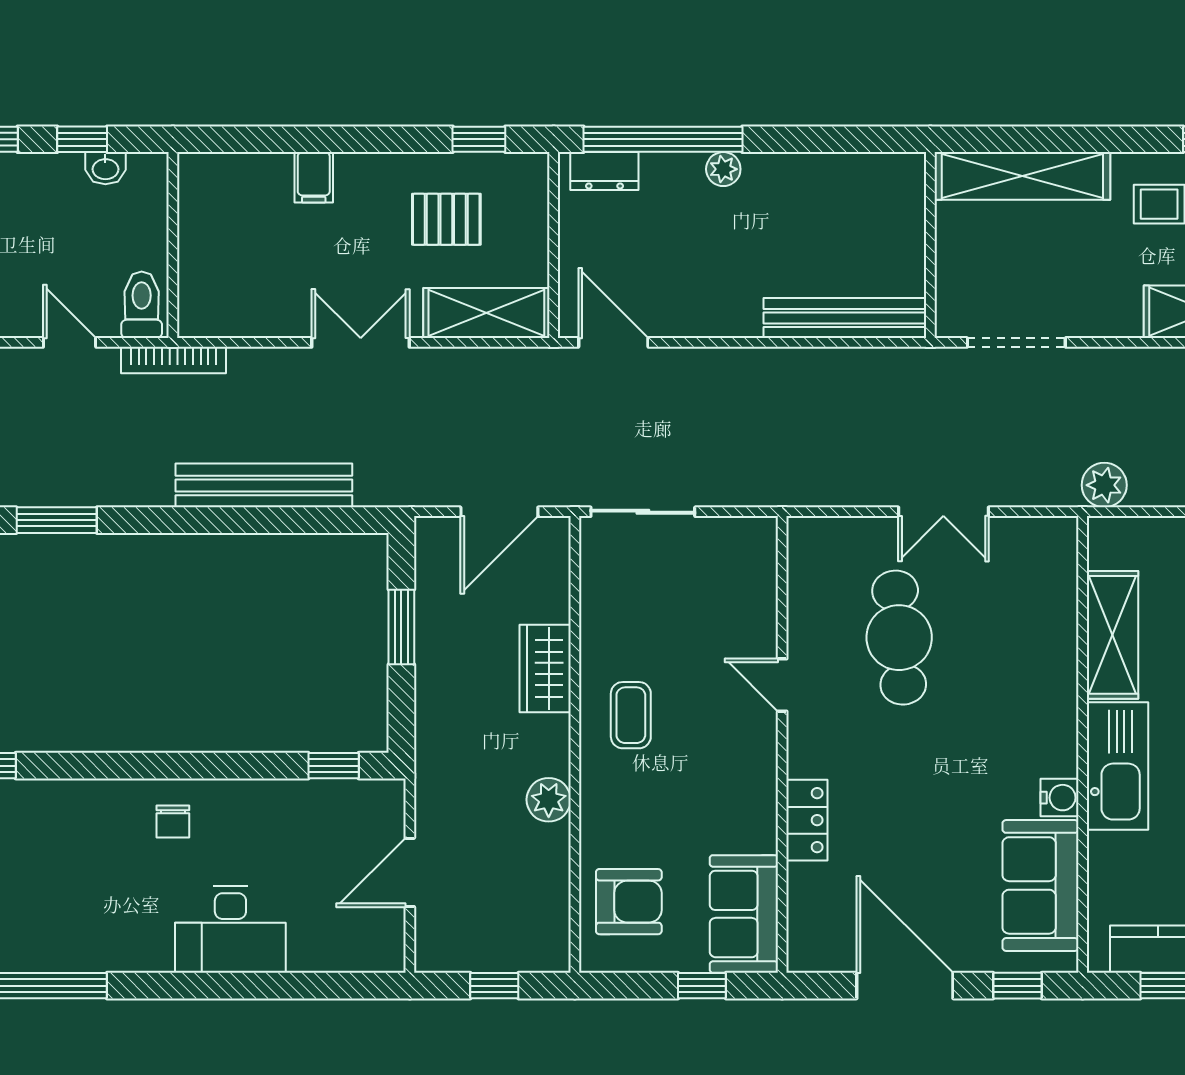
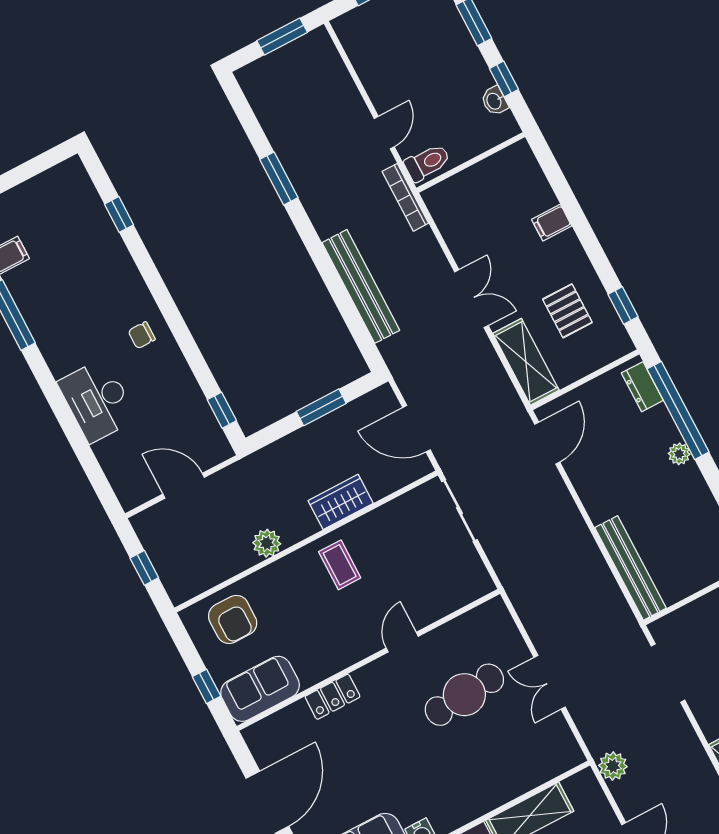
coffee table: (631, 715) -> (340, 565), turned 90

